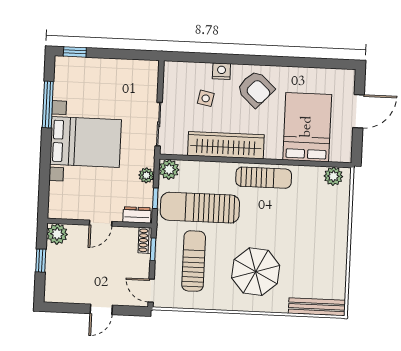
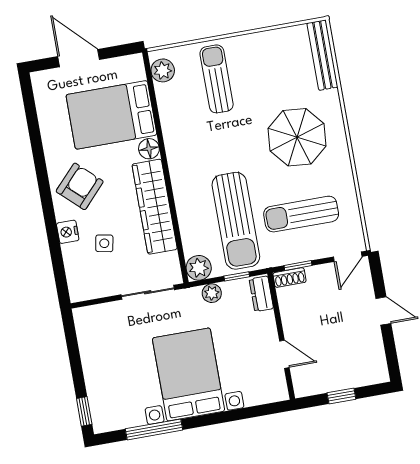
floor lamp: (273, 151) -> (149, 149), added
sun lounger: (264, 178) -> (217, 79), moved
door: (101, 223) -> (284, 354), moved
plant: (57, 234) -> (306, 384), removed

